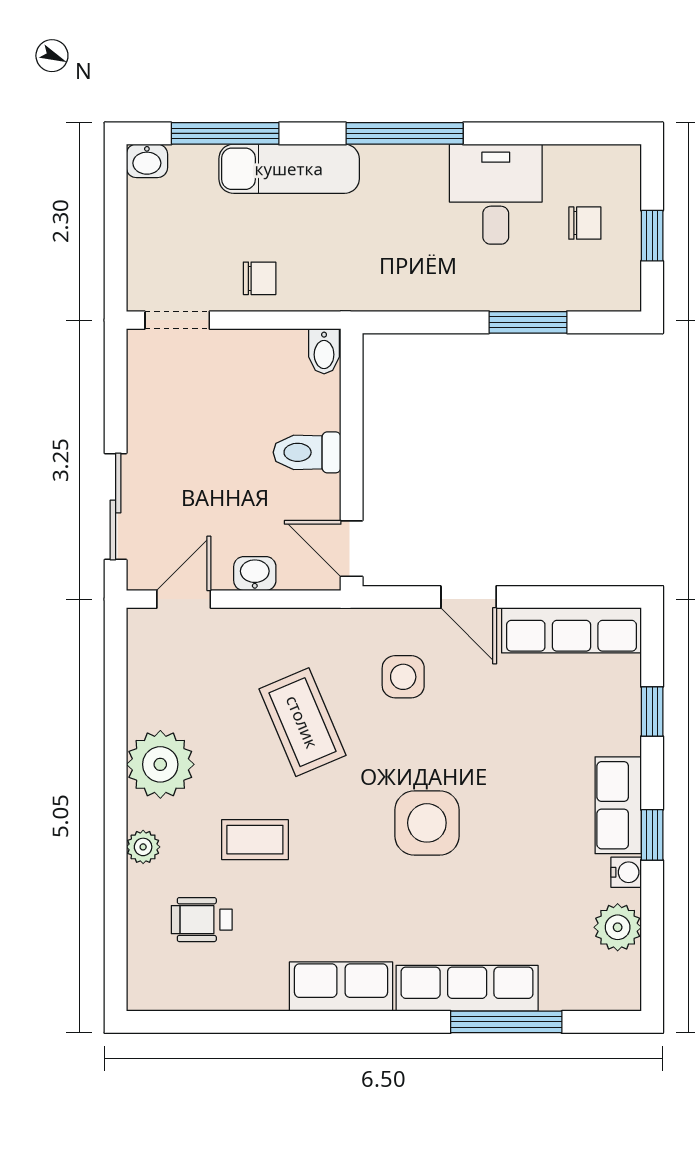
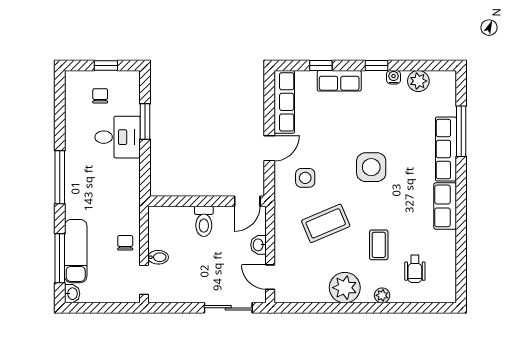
exam couch: (289, 169) -> (76, 251), moved
desk: (496, 194) -> (118, 137), moved, turned 180
bidet: (324, 351) -> (158, 257), moved
row of seats: (618, 805) -> (339, 81), moved

